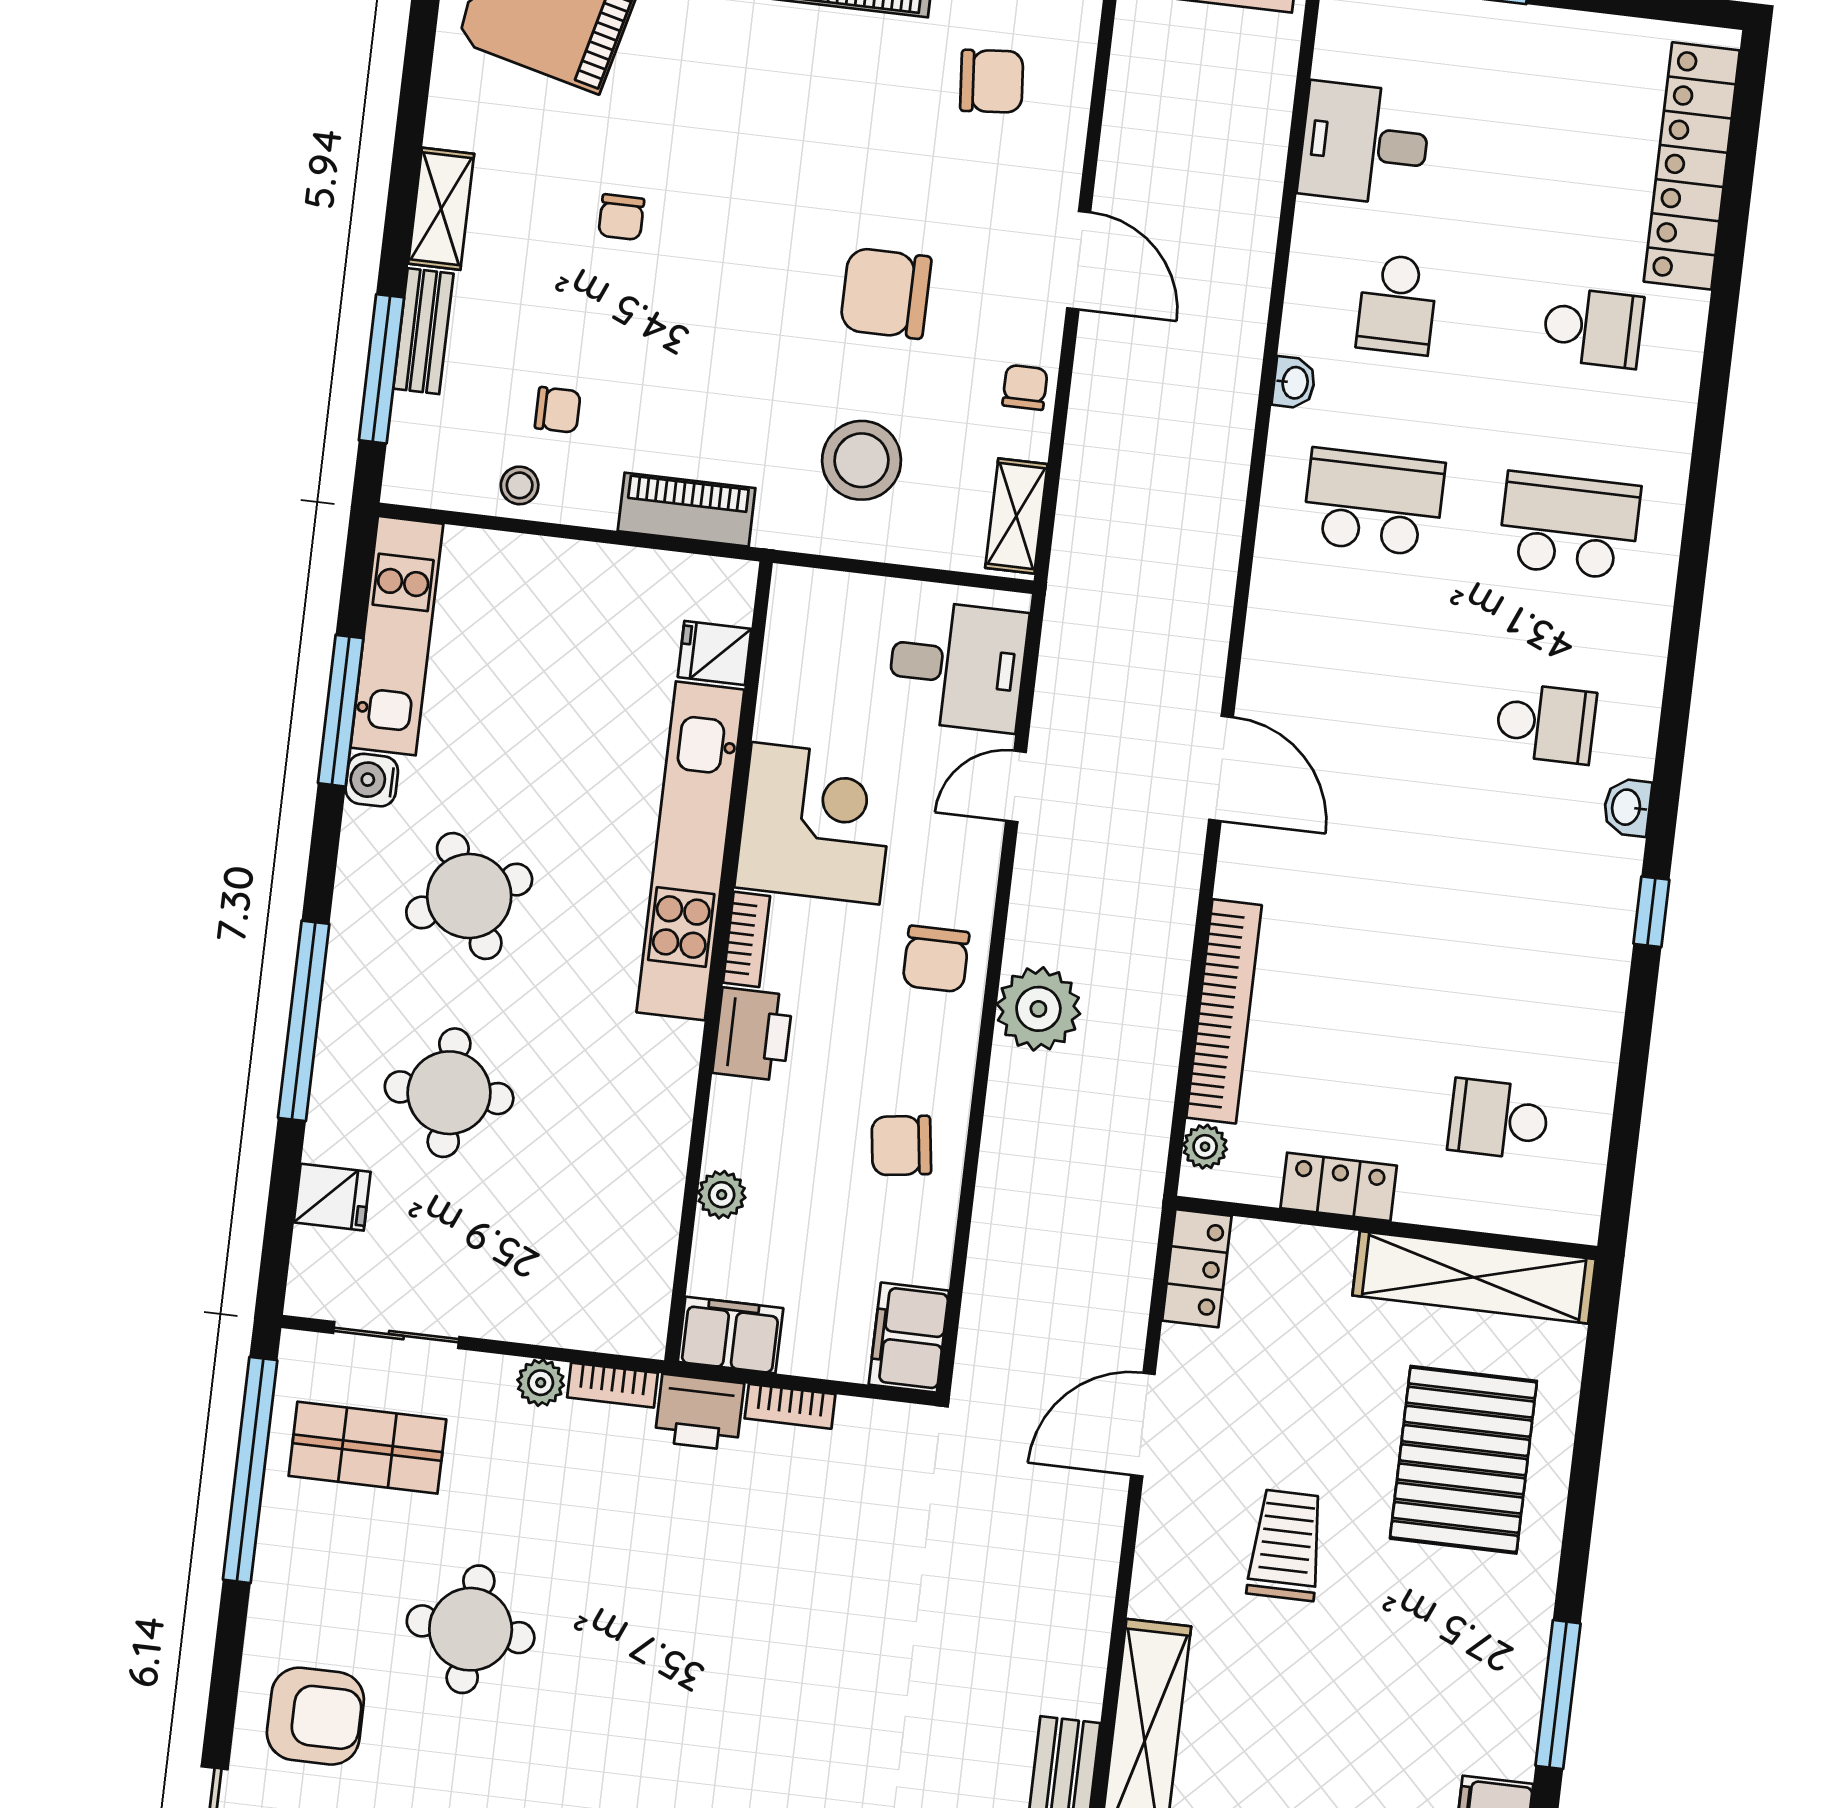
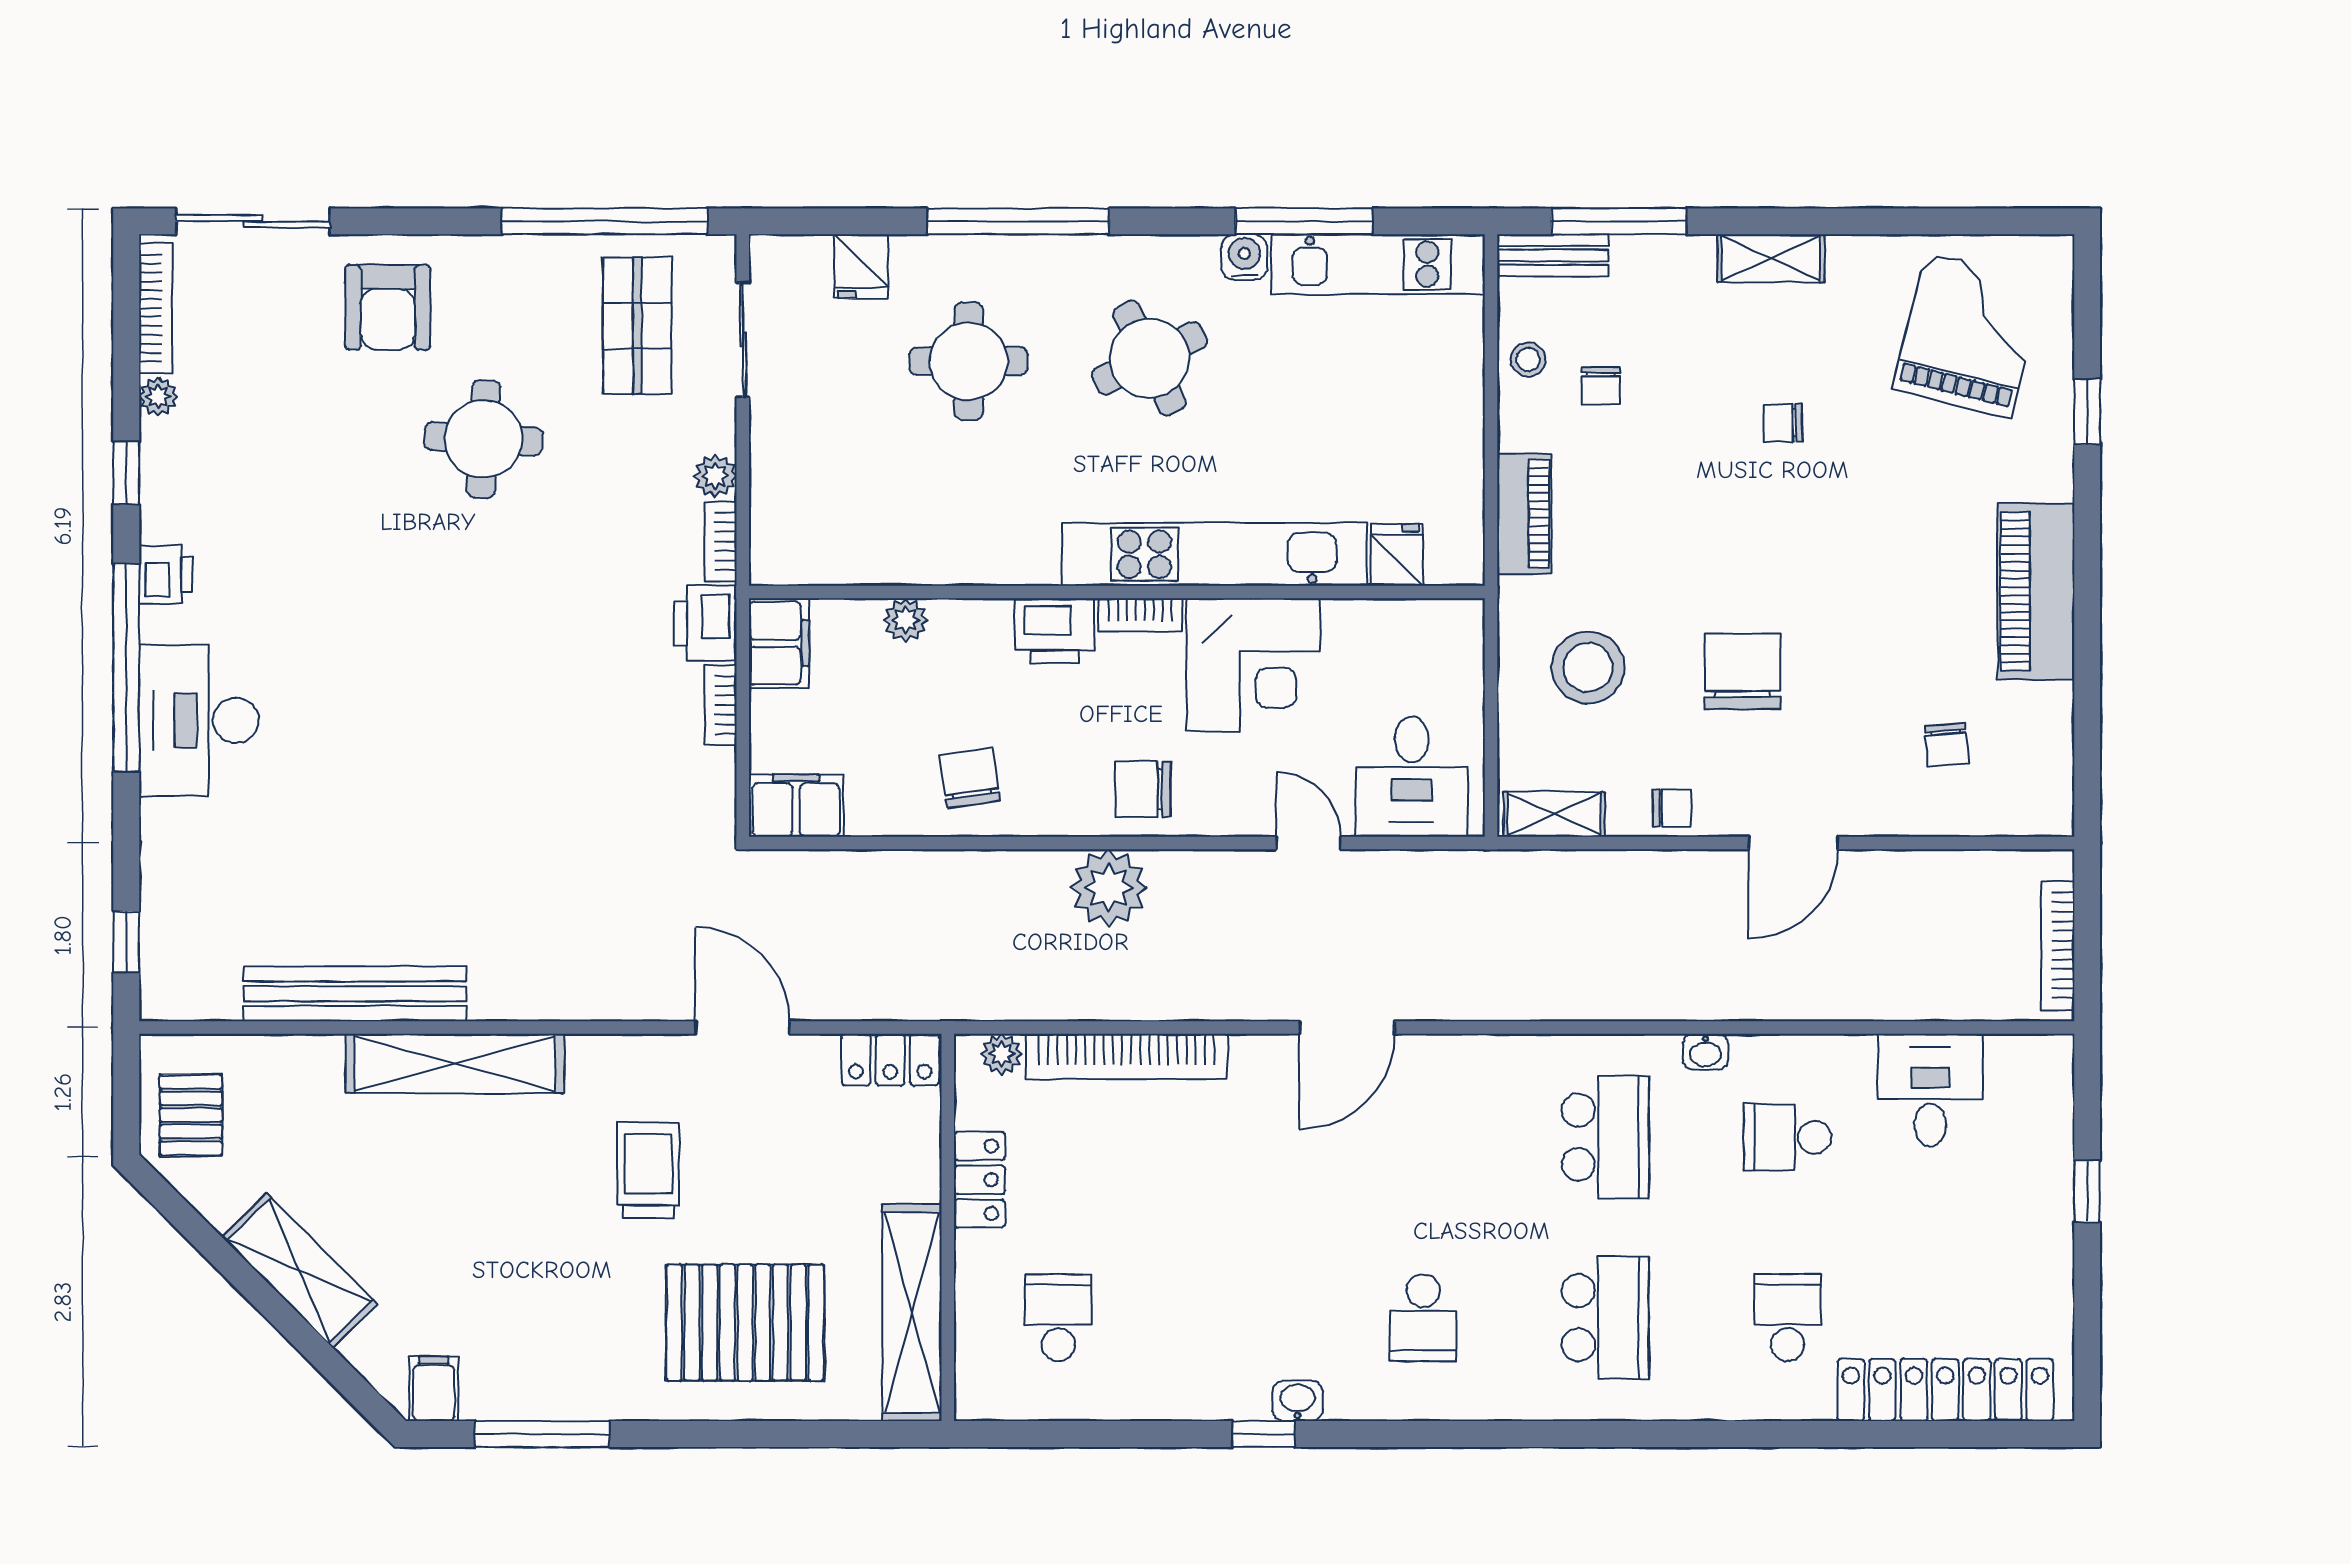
chair: (992, 81) -> (1946, 745), width x0.73, depth x0.73
school desk: (1593, 328) -> (1788, 1318), turned 180
bench: (423, 331) -> (1553, 255), moved
washbasin: (1627, 807) -> (1298, 1401), moved
trolley: (1286, 1545) -> (648, 1171), turned -90

